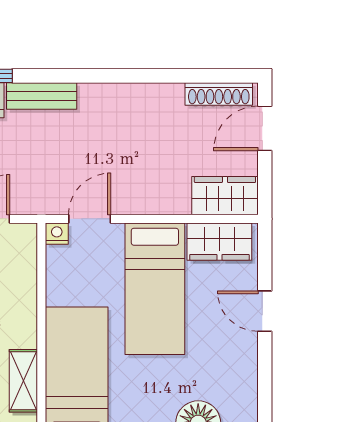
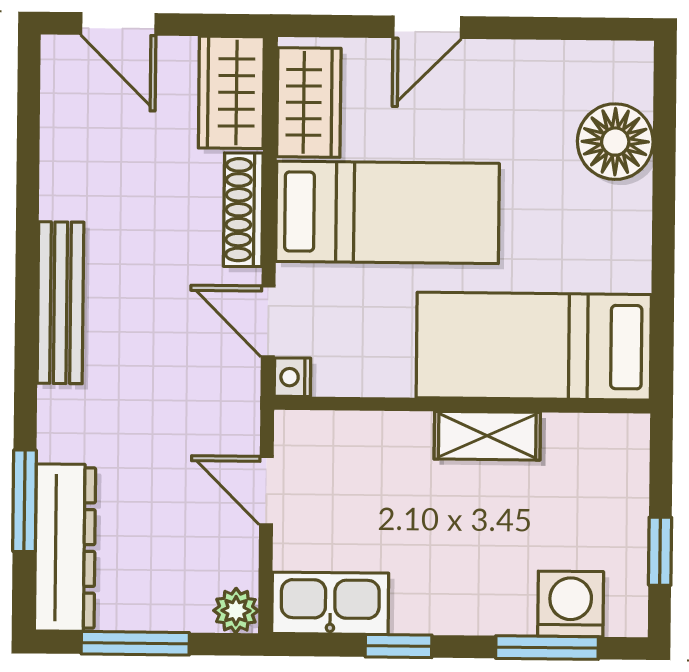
shoe rack: (219, 94) -> (243, 210), moved, turned 180
bench: (42, 96) -> (60, 303), moved, width x1.36
shelving: (23, 381) -> (487, 436), moved

